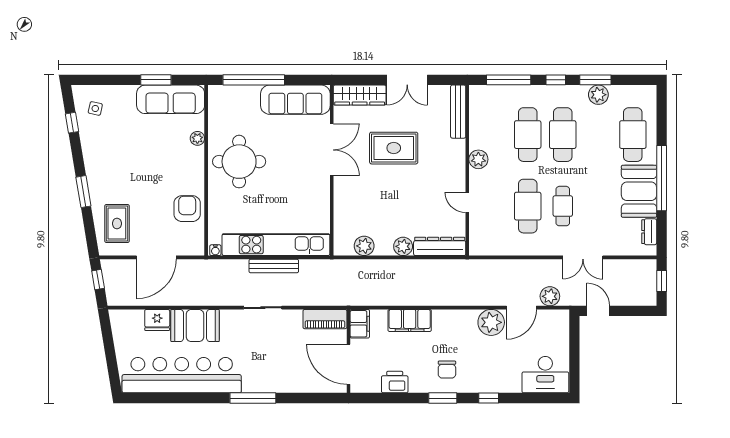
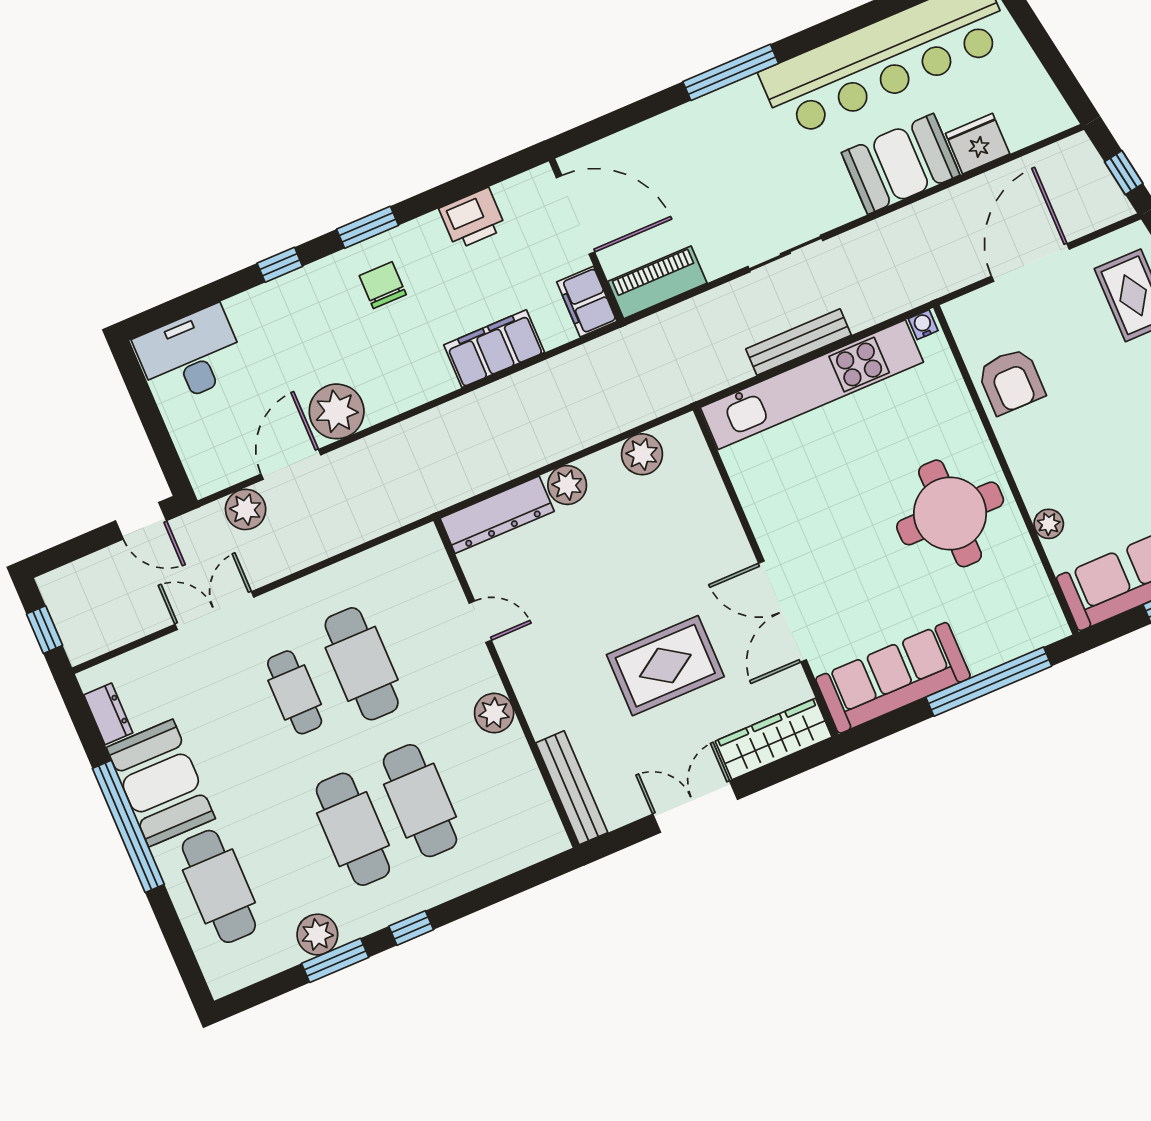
window: (509, 80) -> (501, 890), removed

